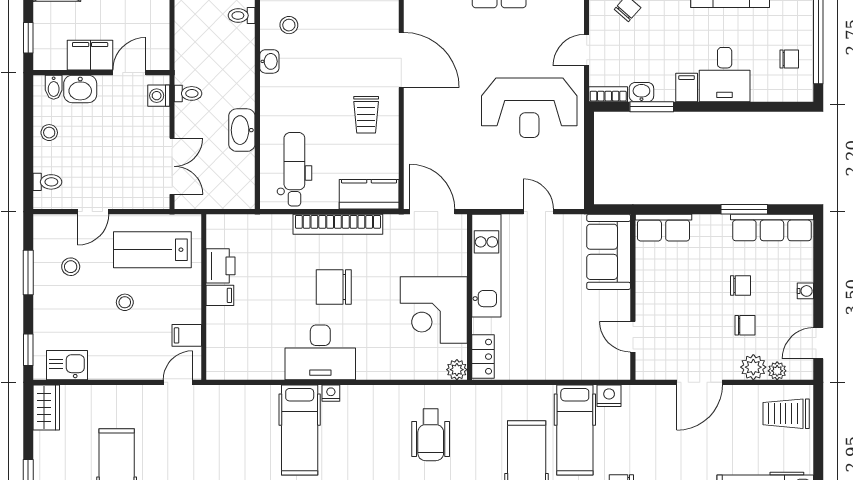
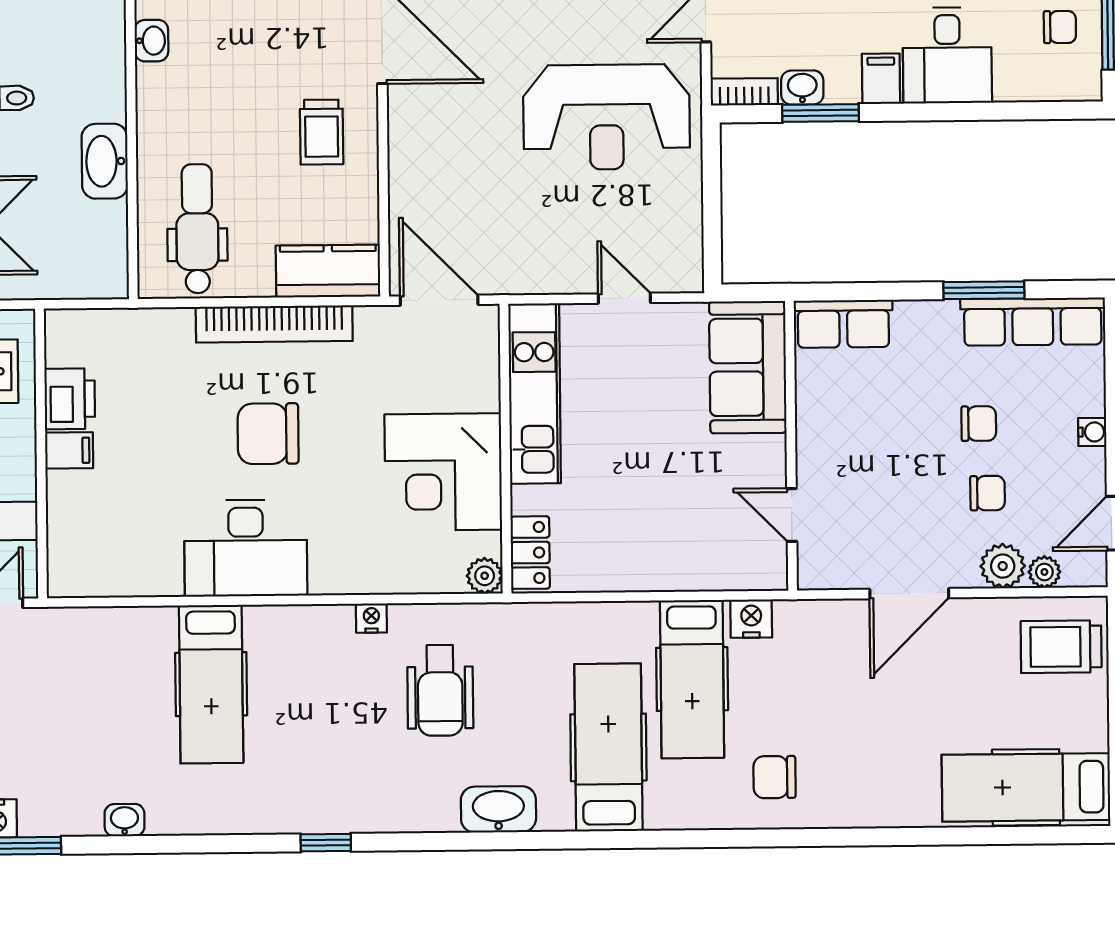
nightstand: (331, 393) -> (371, 618), moved

